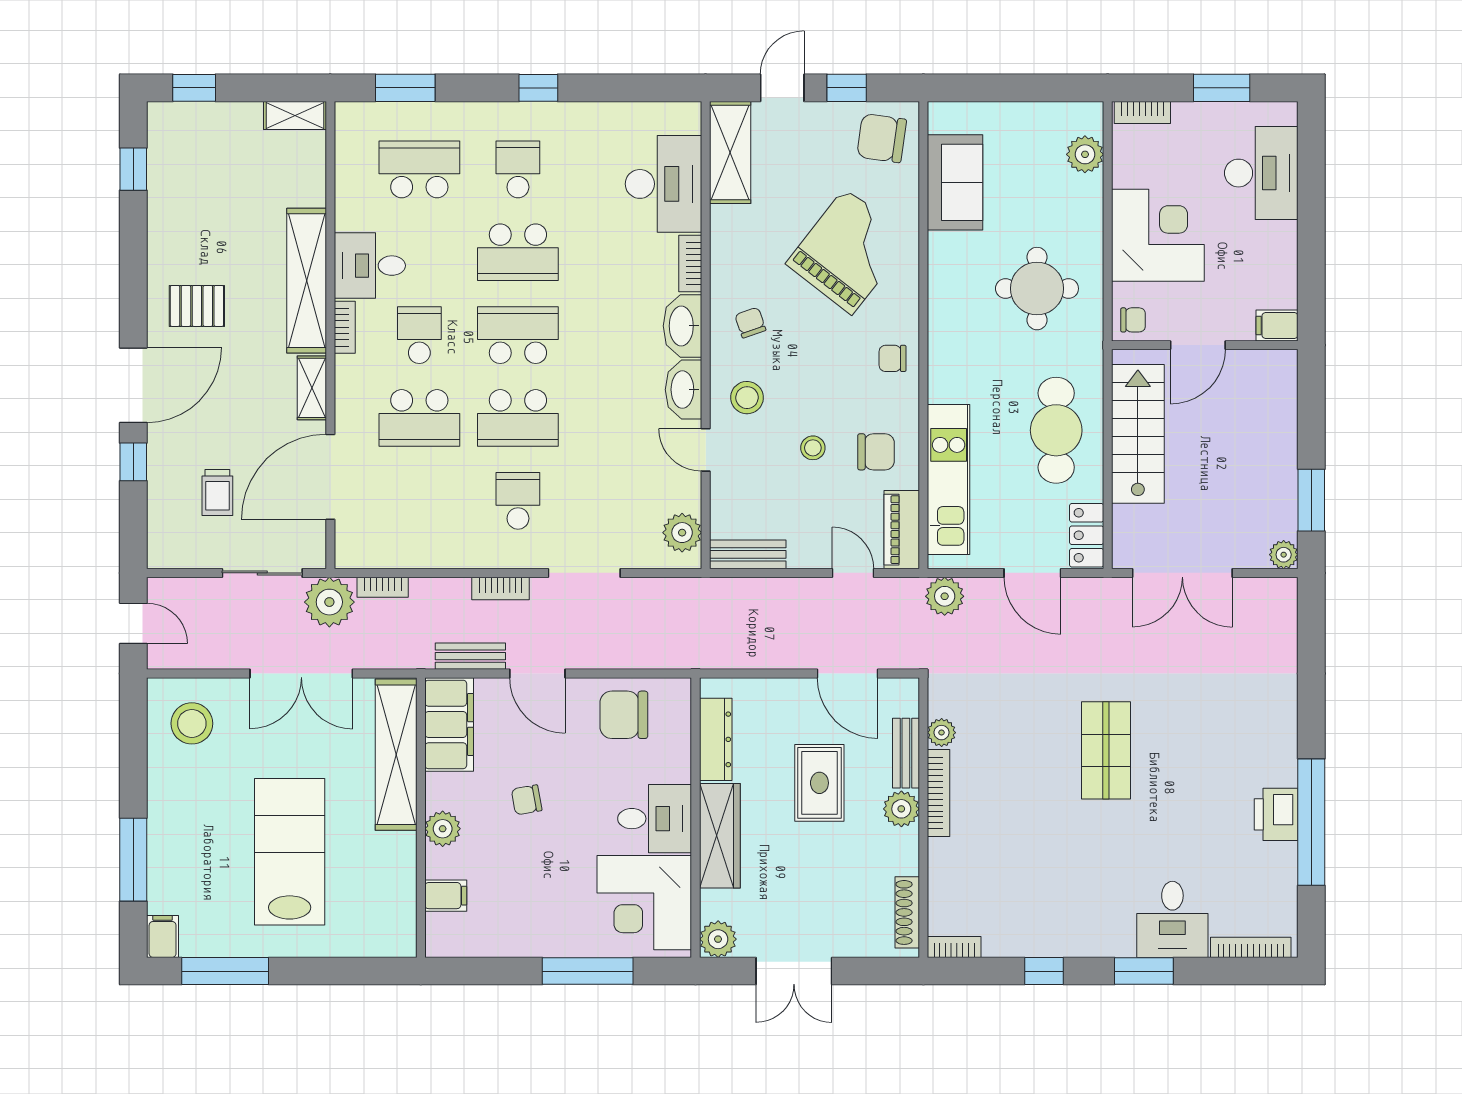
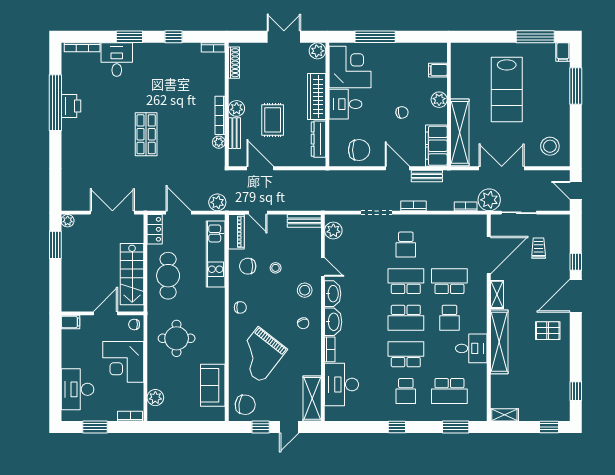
bookcase: (345, 327) -> (482, 321), removed

